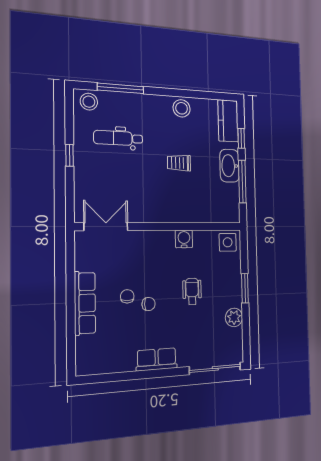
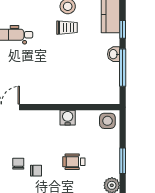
trolley: (179, 163) -> (67, 28), moved, turned 180
washbasin: (230, 166) -> (114, 54), width x0.52, depth x0.69
wheelchair: (192, 291) -> (74, 162), turned -90

